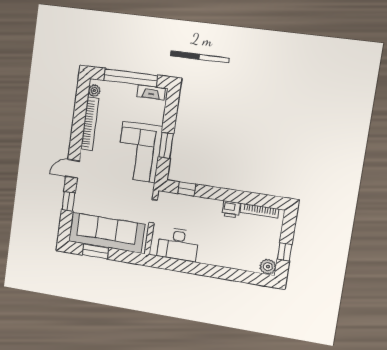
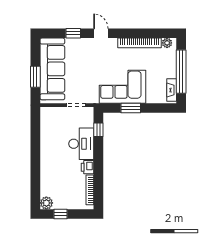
desk: (178, 244) -> (81, 144), moved, turned 180
window: (96, 251) -> (35, 77), moved

